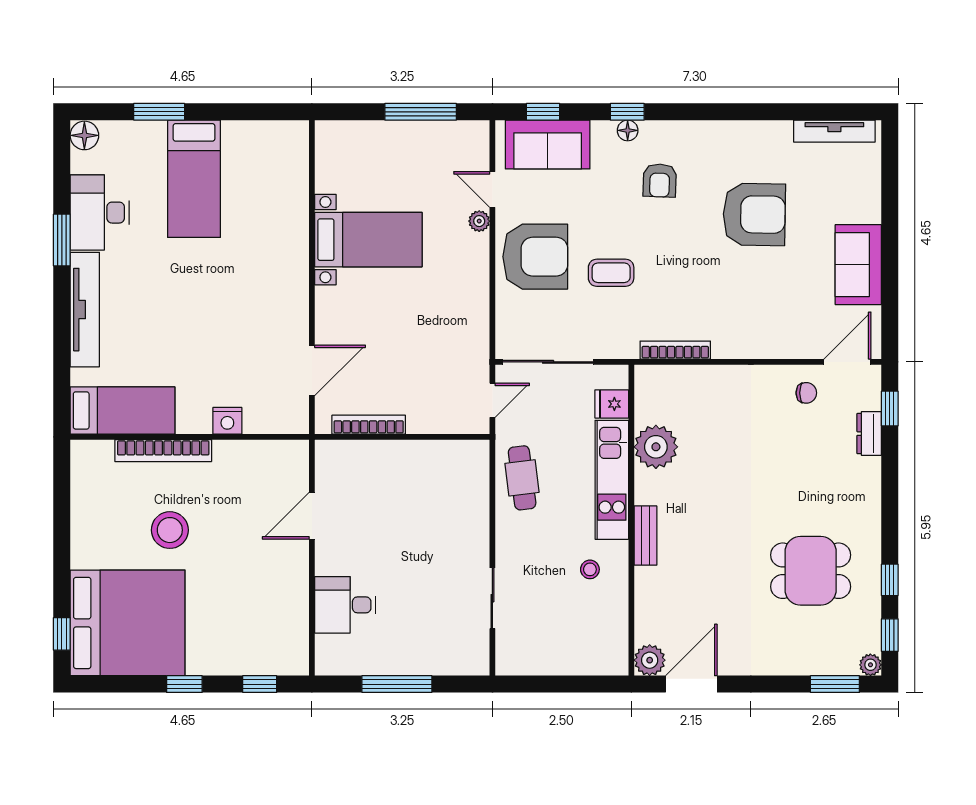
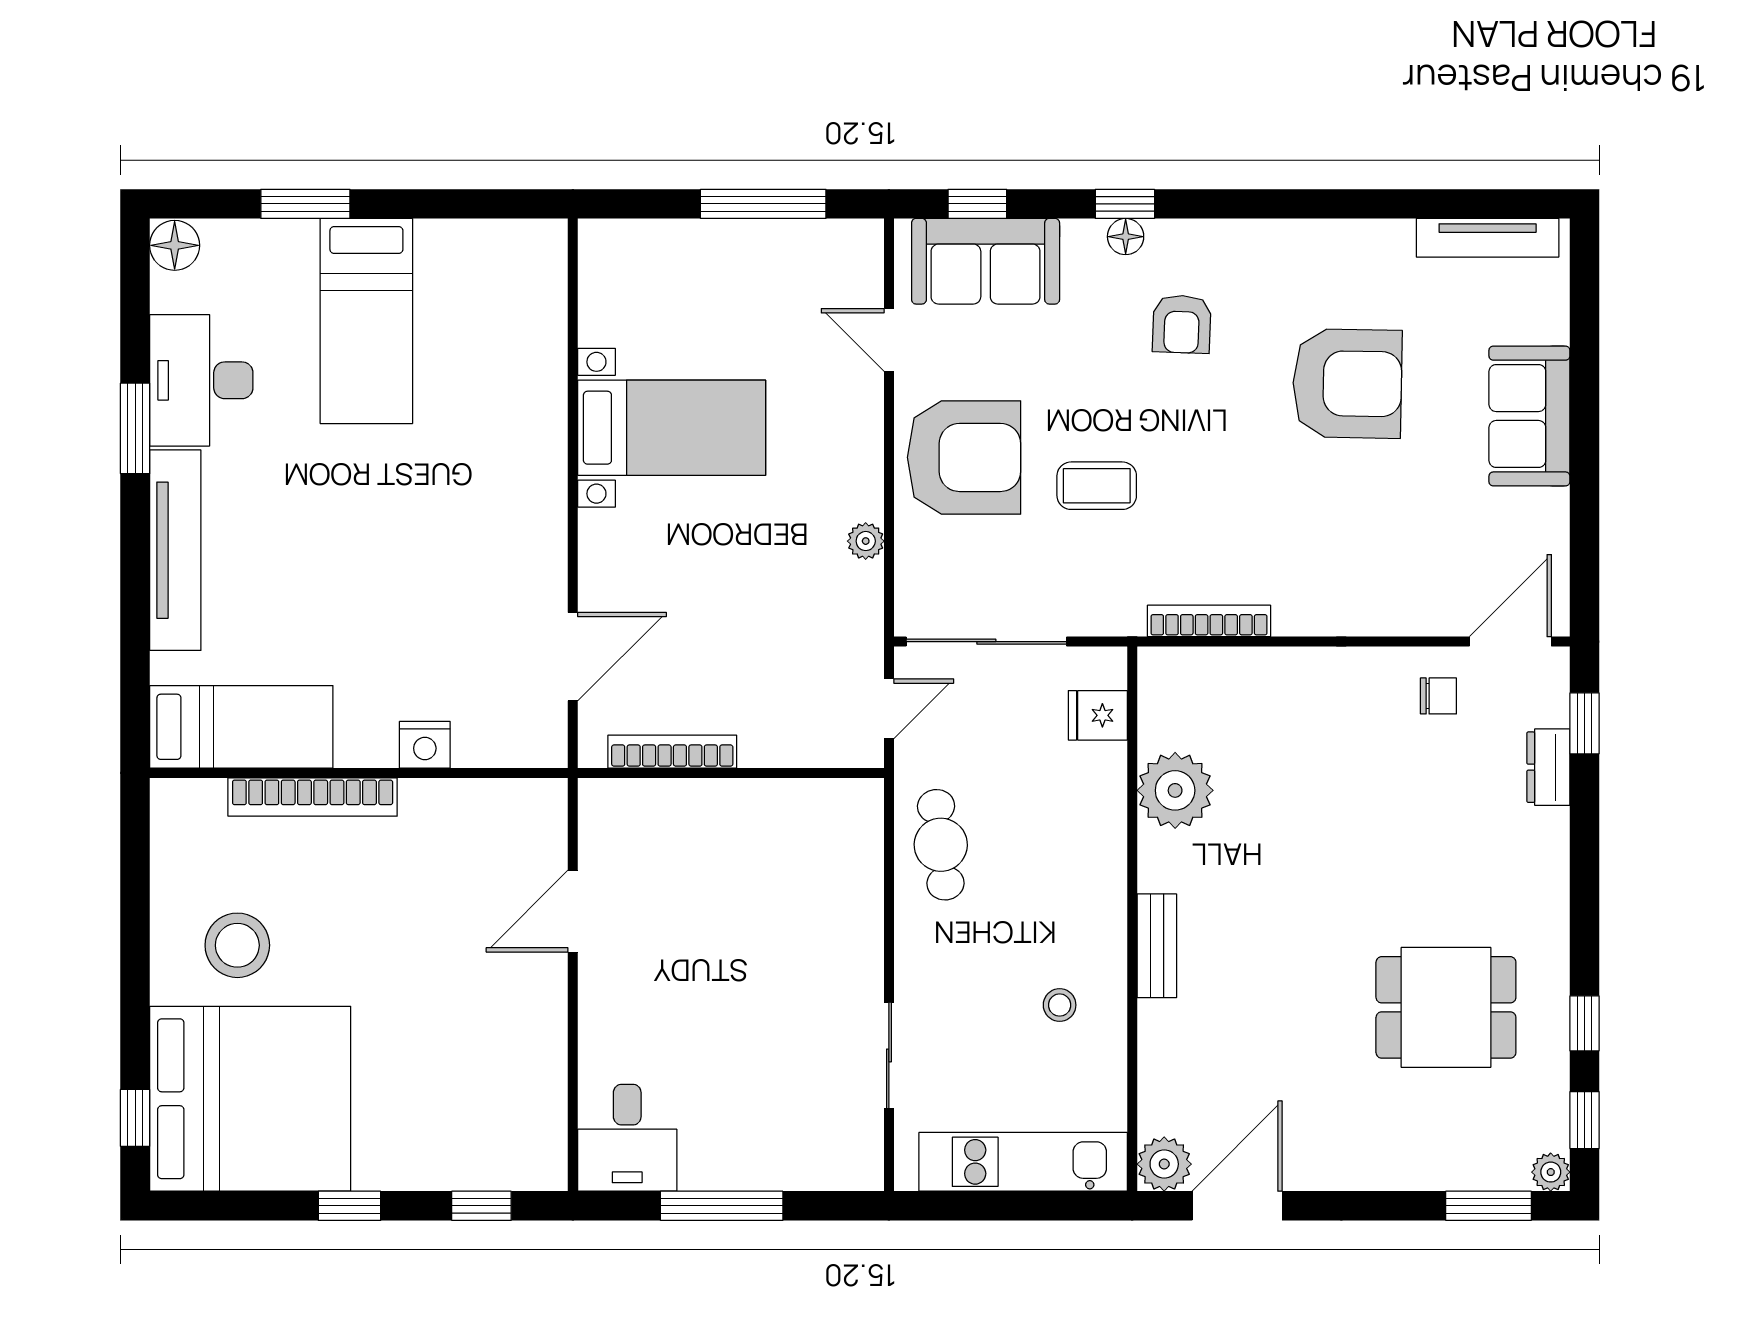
plant: (479, 221) -> (866, 541), moved
sofa: (858, 265) -> (1529, 416), moved
kitchen unit: (612, 480) -> (1023, 1162), moved, turned 90
stool: (170, 530) -> (237, 945), moved
desk: (345, 605) -> (627, 1138), moved, turned -90

